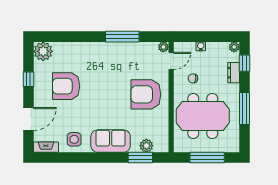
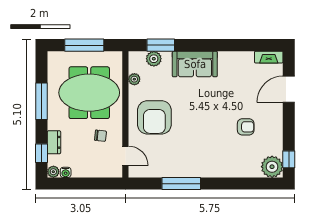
water cooler: (201, 46) -> (66, 172), moved
plant: (163, 47) -> (134, 79), moved
door: (171, 61) -> (125, 156), swing flipped
window: (28, 79) -> (289, 159), moved
armchair: (66, 86) -> (246, 127), width x0.53, depth x0.53
armchair: (146, 94) -> (154, 117), turned 90
side table: (74, 139) -> (237, 66), removed

